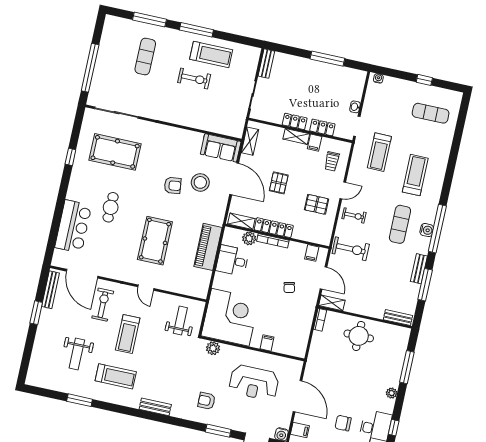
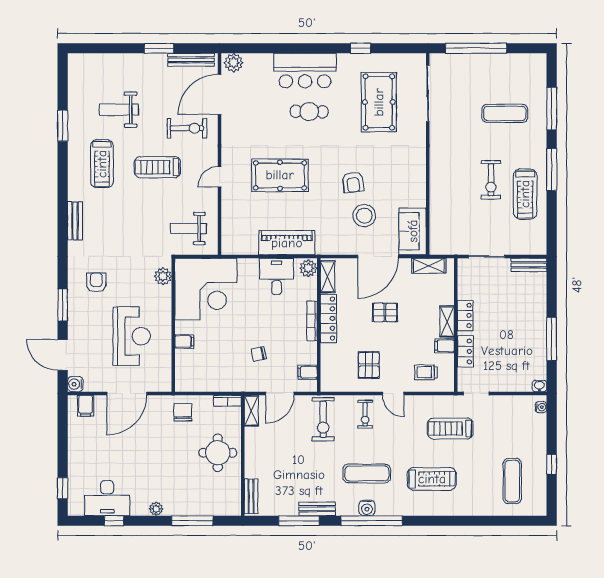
washbasin: (355, 107) -> (539, 386), moved
bar counter: (73, 226) -> (305, 71), moved
plant: (249, 238) -> (308, 268), moved
plant: (60, 257) -> (234, 63), added
weight bench: (180, 320) -> (188, 229), turned 180
reception desk: (254, 383) -> (132, 336), turned 180
chair: (343, 423) -> (183, 412), moved

